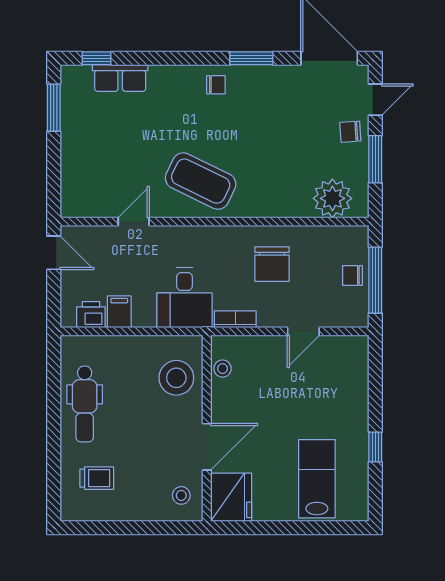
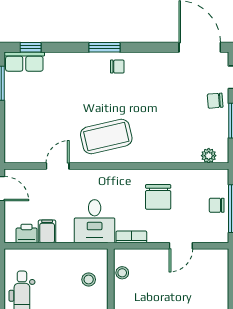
window: (251, 58) -> (104, 47), moved
row of seats: (120, 78) -> (24, 62), moved
coffee table: (201, 181) -> (106, 136), turned -39
plant: (332, 198) -> (209, 156), width x0.53, depth x0.53
stool: (176, 378) -> (89, 280), width x0.53, depth x0.53

